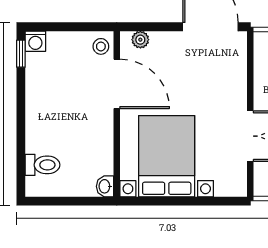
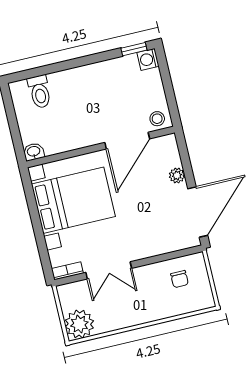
plant: (140, 40) -> (177, 175), moved
bookcase: (240, 180) -> (67, 271), added

